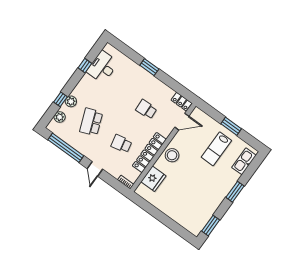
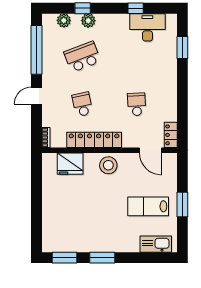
window: (149, 67) -> (182, 48), moved
window: (235, 192) -> (102, 258), moved

